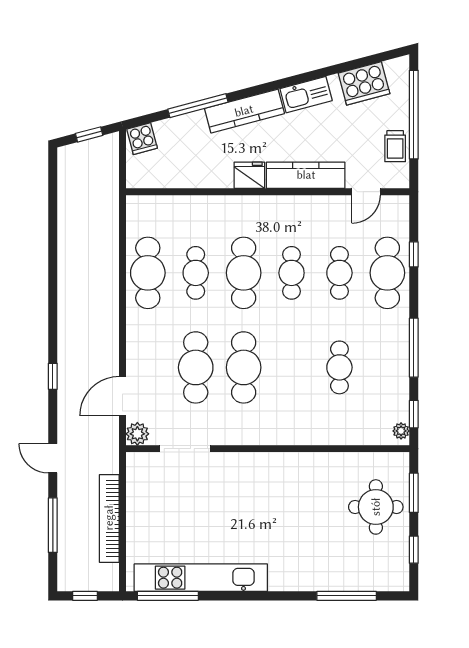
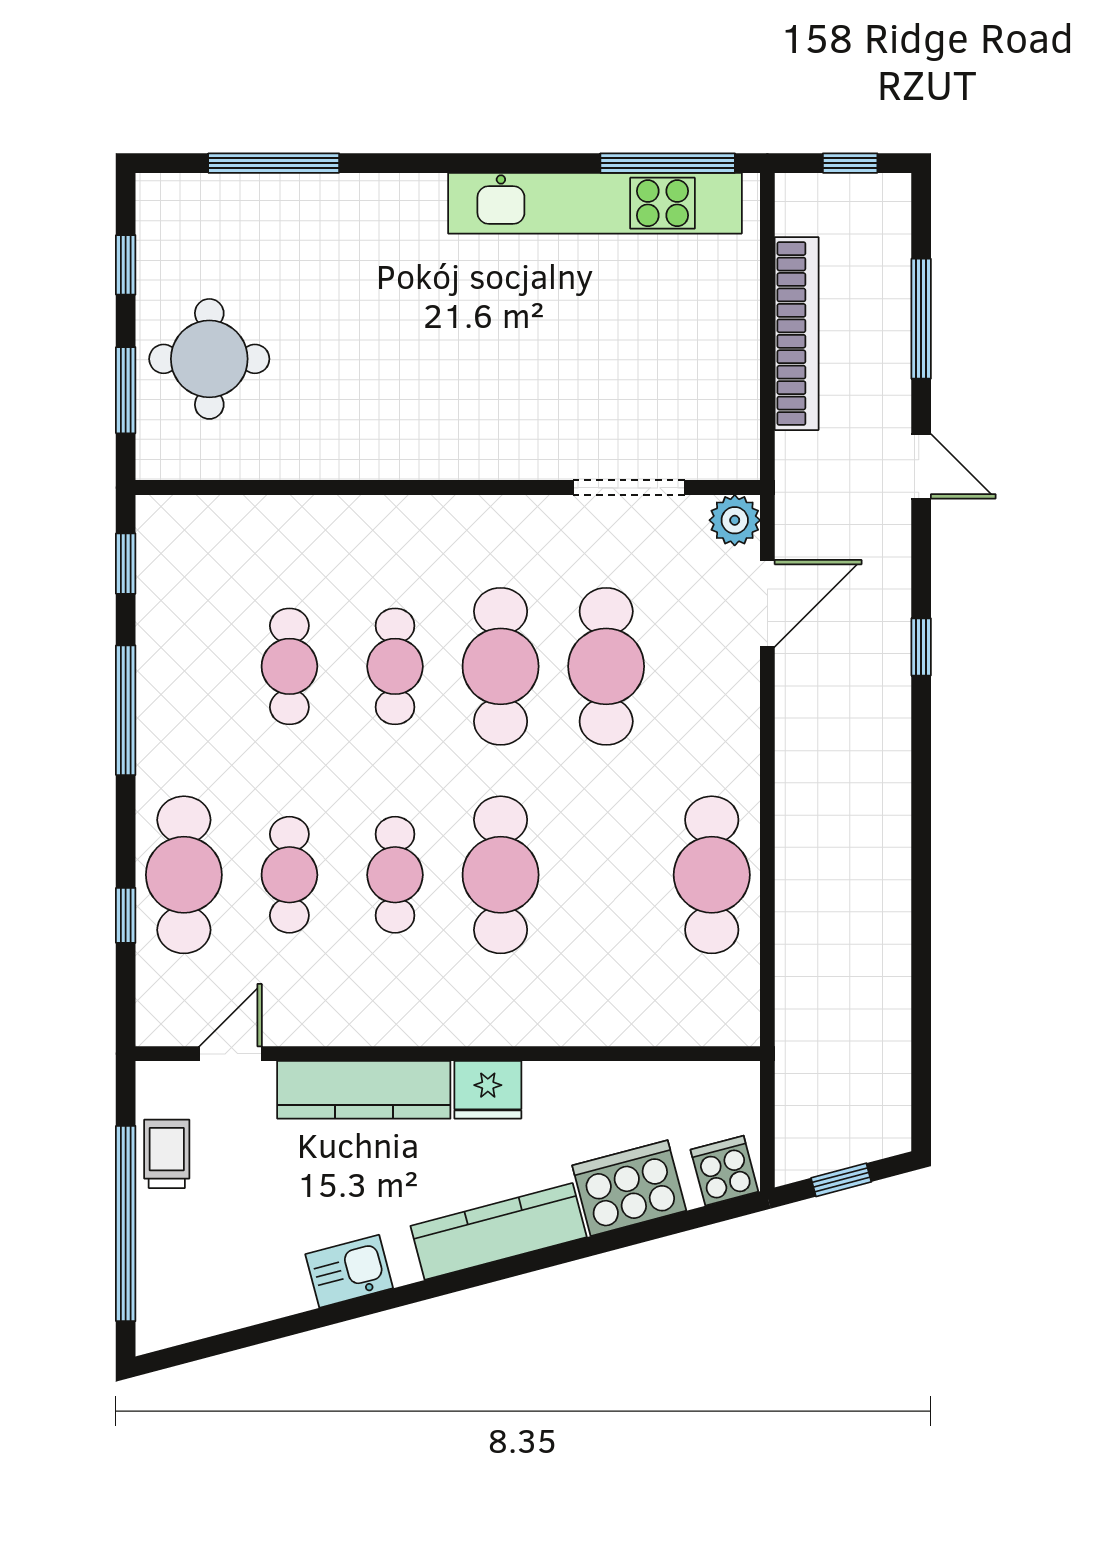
cooker: (364, 83) -> (629, 1188), moved
kitchen sink: (306, 95) -> (349, 1271), width x0.73
window: (198, 106) -> (601, 1243), removed
cafe table: (196, 273) -> (395, 666), moved
plant: (401, 431) -> (154, 527), removed

